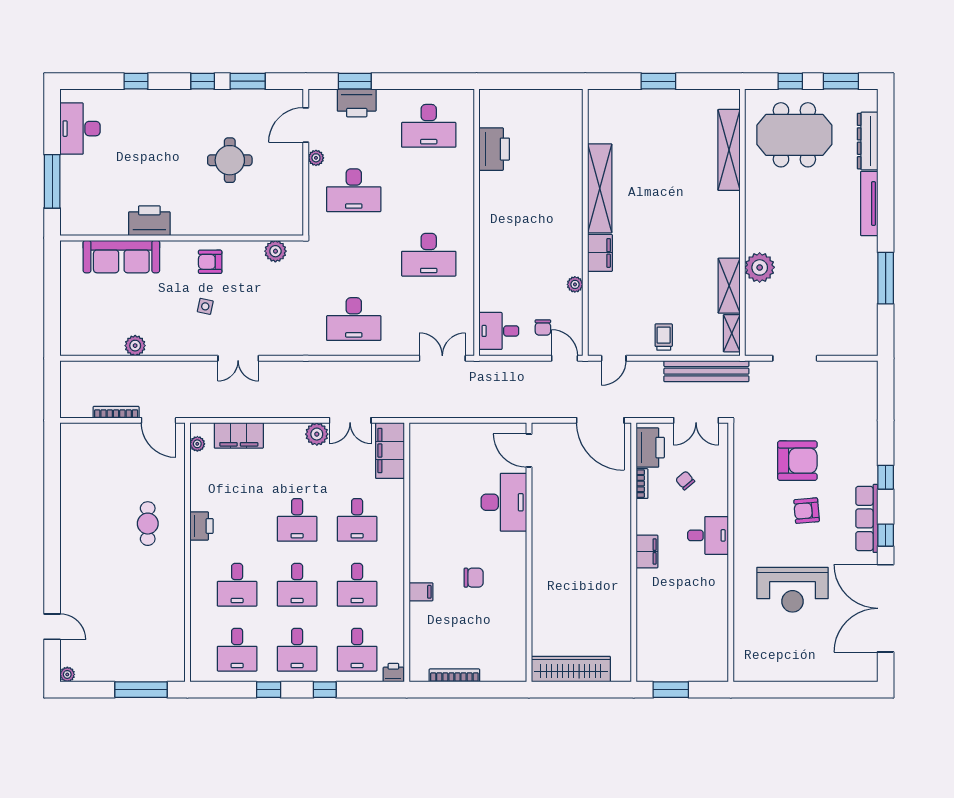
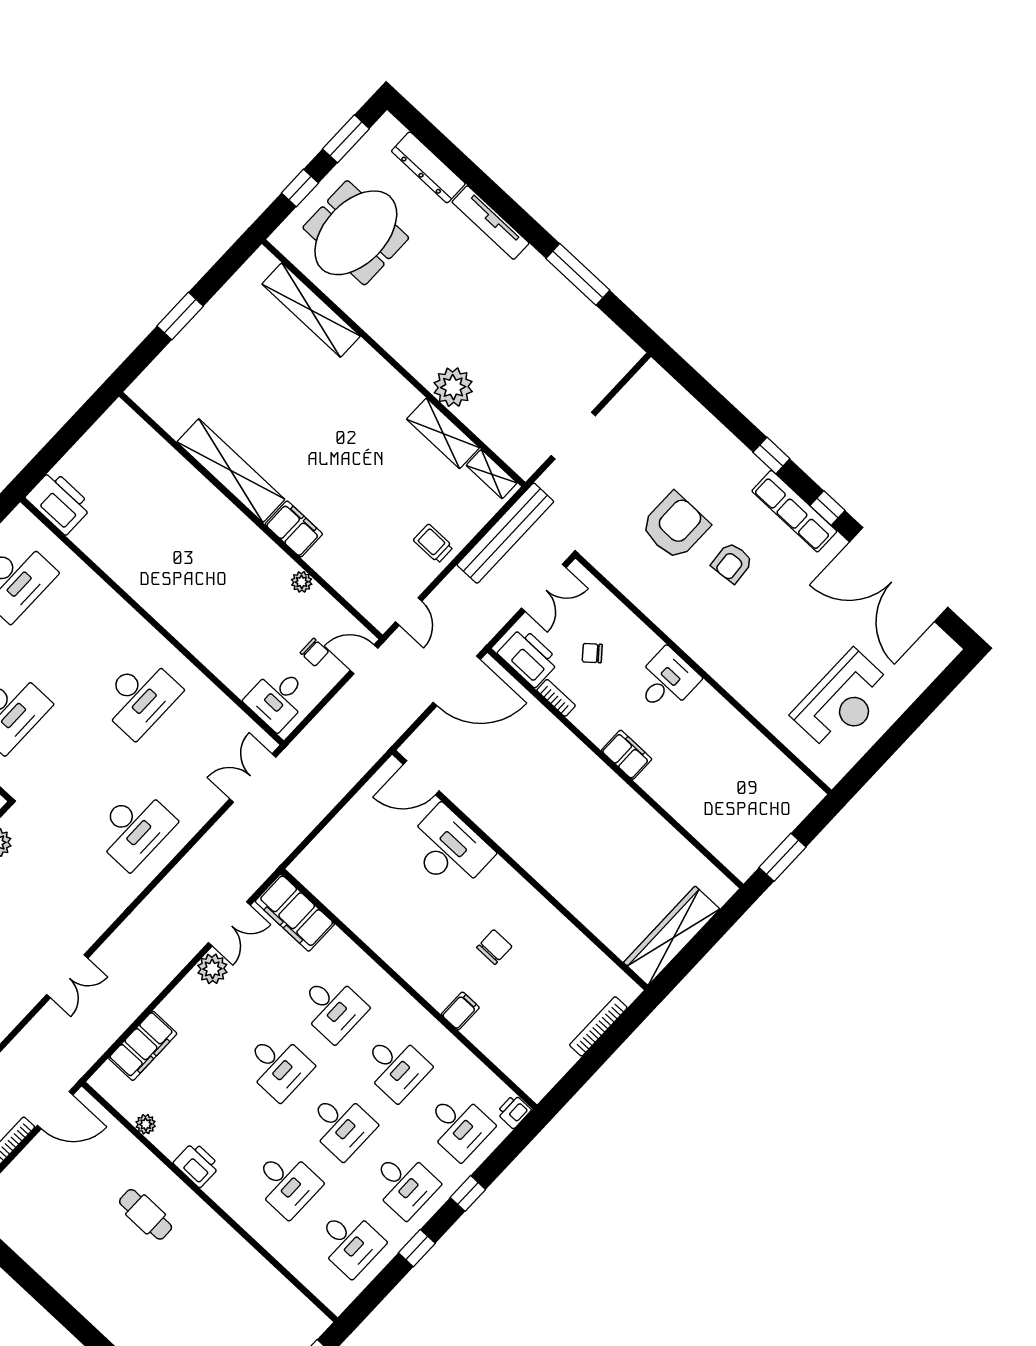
printer: (494, 149) -> (59, 502), moved
plant: (197, 444) -> (146, 1124), moved
reception desk: (793, 590) -> (843, 701), moved
bookcase: (454, 675) -> (598, 1026), moved

